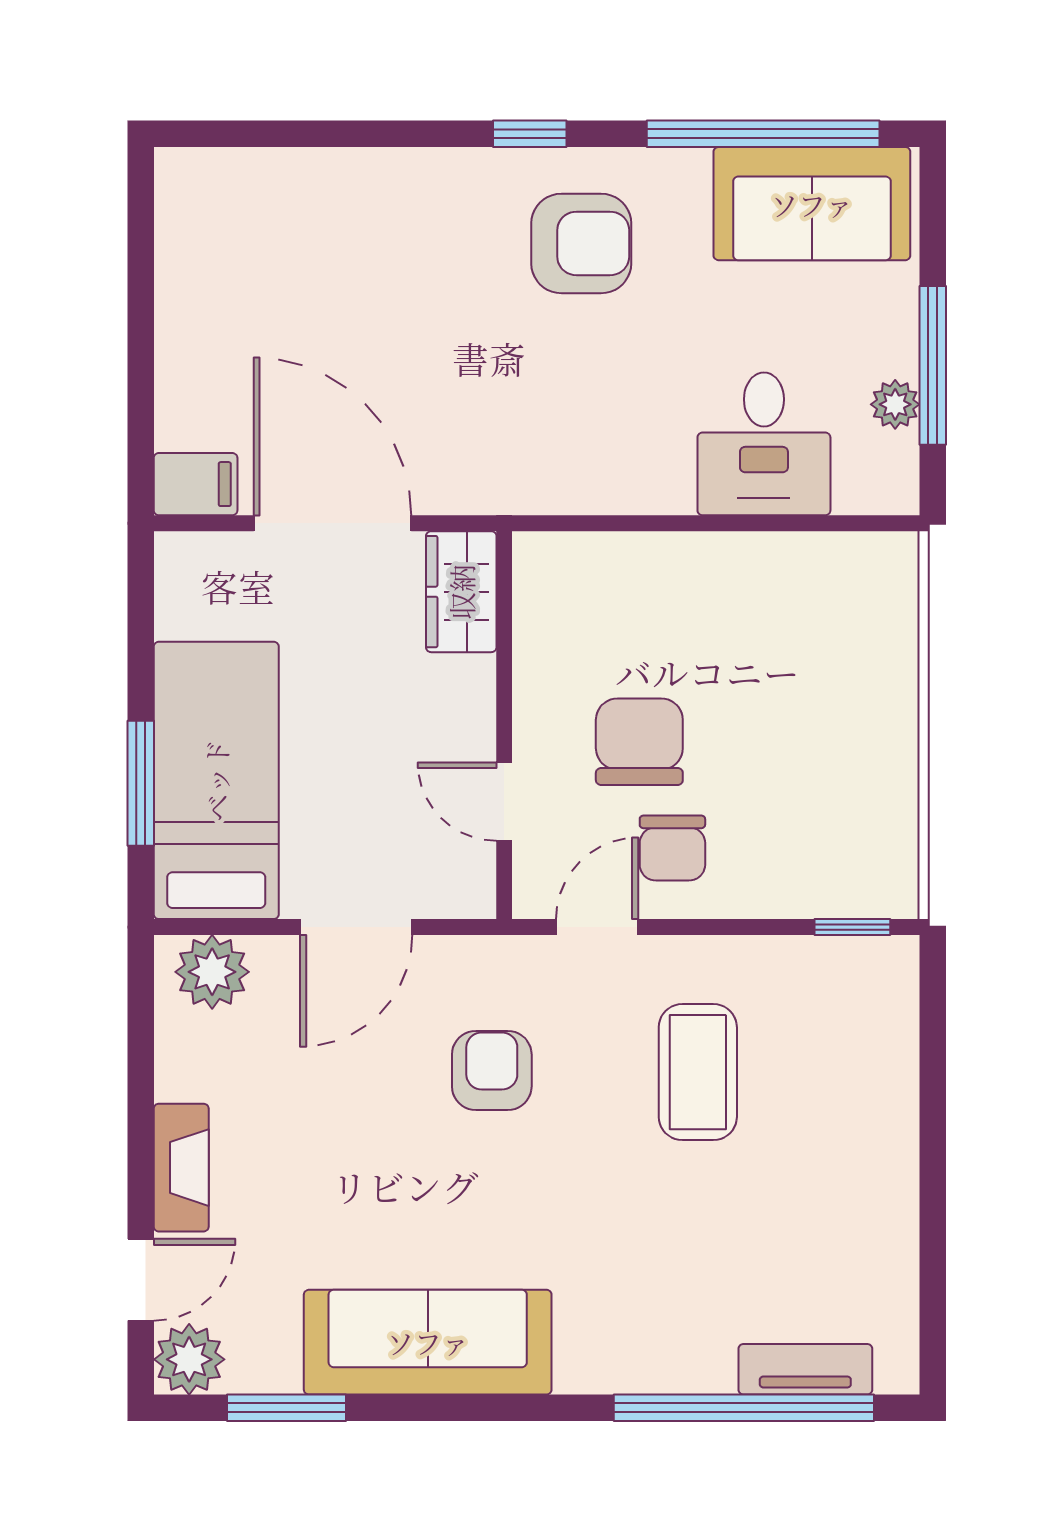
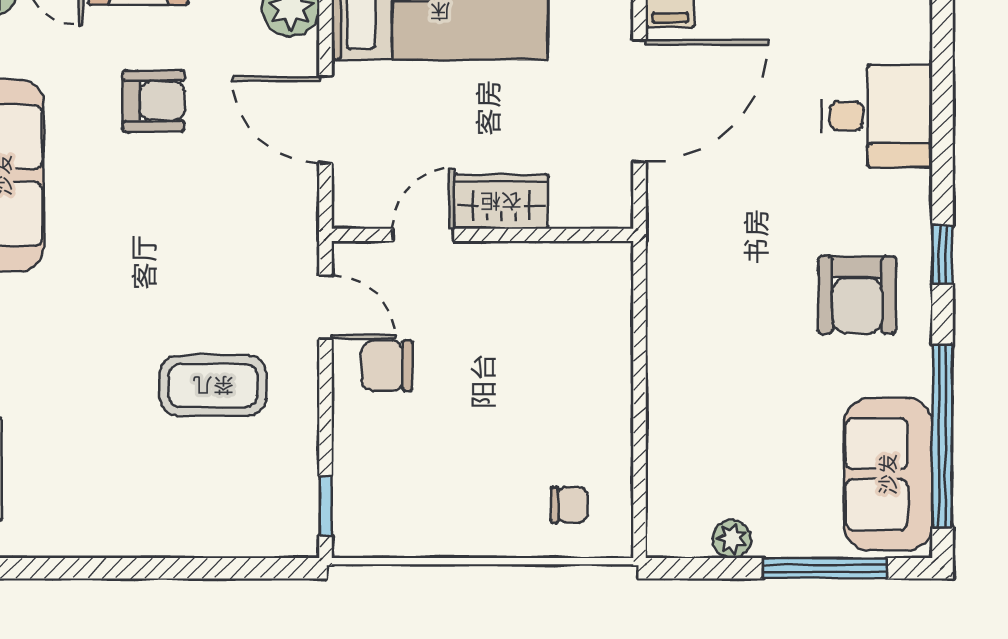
window: (933, 365) -> (825, 568), moved
desk: (764, 444) -> (877, 116), moved, turned 180
wardrobe: (461, 592) -> (501, 201), moved
chair: (639, 742) -> (569, 505), moved, width x0.54, depth x0.54
armchair: (492, 1070) -> (153, 101), moved

